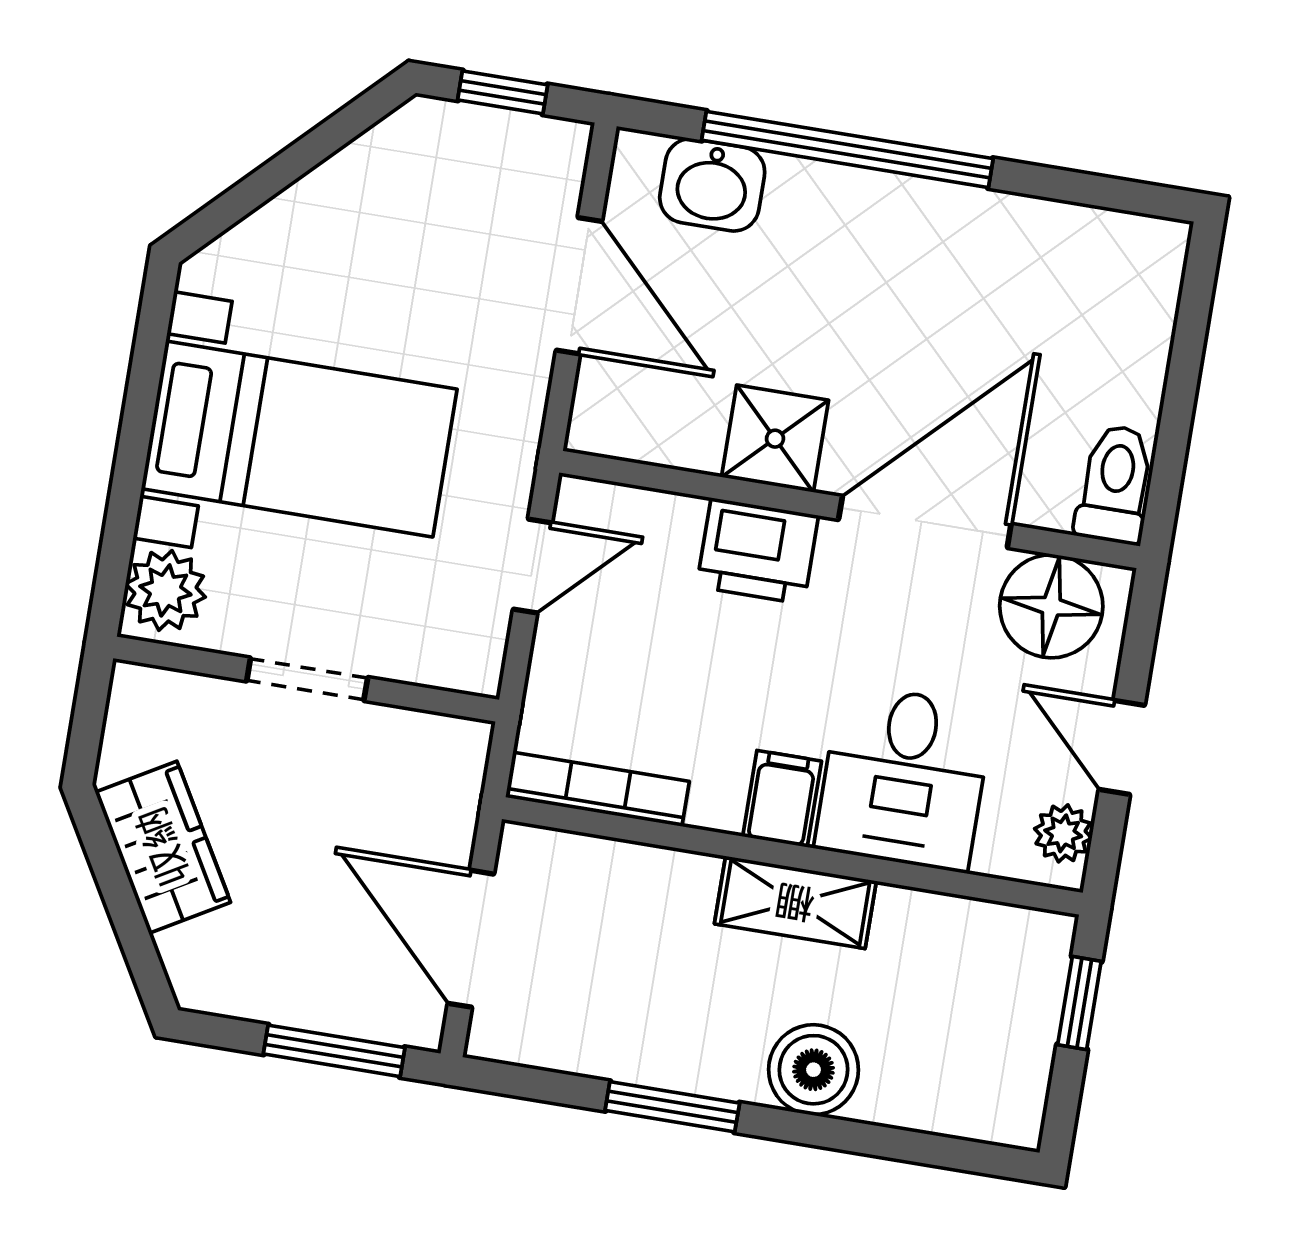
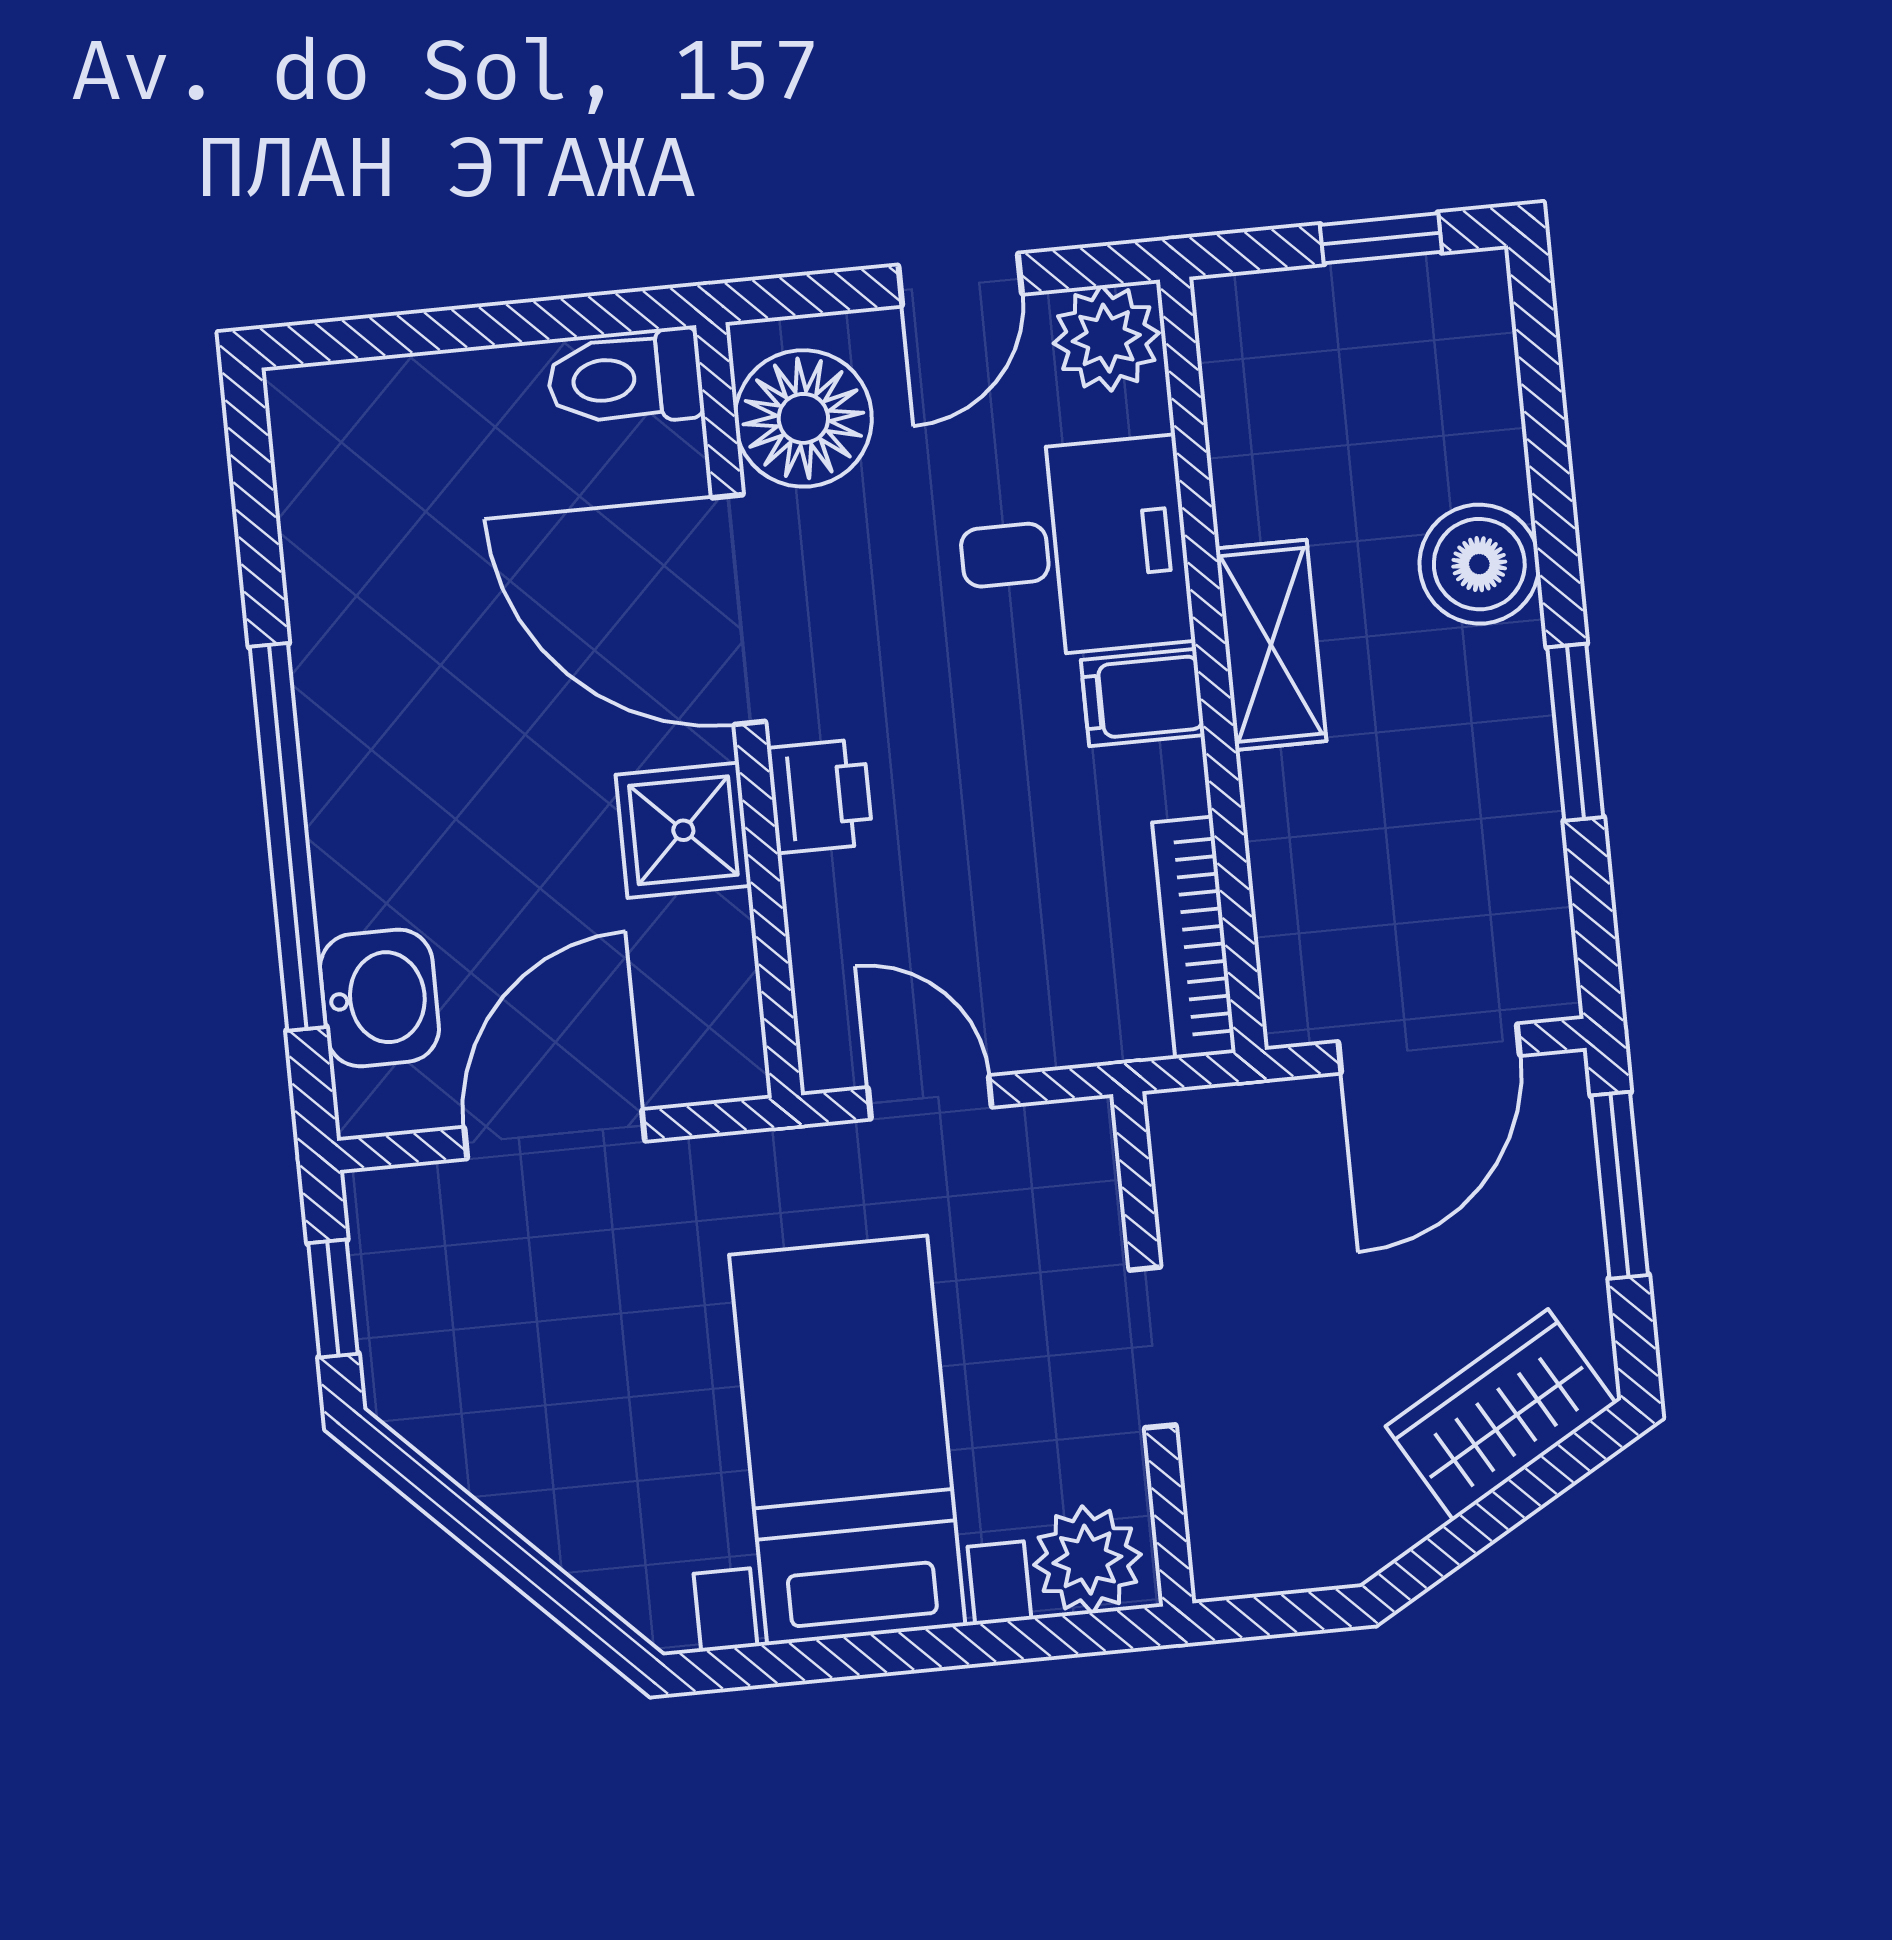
printer: (757, 551) -> (820, 796), width x0.73, depth x0.81
plant: (1063, 833) -> (1106, 338), width x1.38, depth x1.38
wardrobe: (163, 847) -> (1501, 1415), moved
window: (1079, 1003) -> (1381, 238), moved

